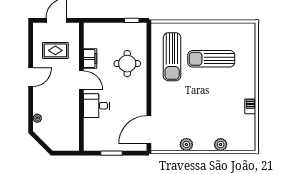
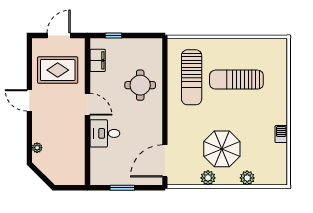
window: (132, 20) -> (114, 36), moved
rug: (55, 50) -> (58, 70), width x1.36, depth x1.43
filing cabinet: (90, 58) -> (98, 60), moved
door: (31, 77) -> (29, 100), swing flipped
parasol: (199, 119) -> (222, 149), added

